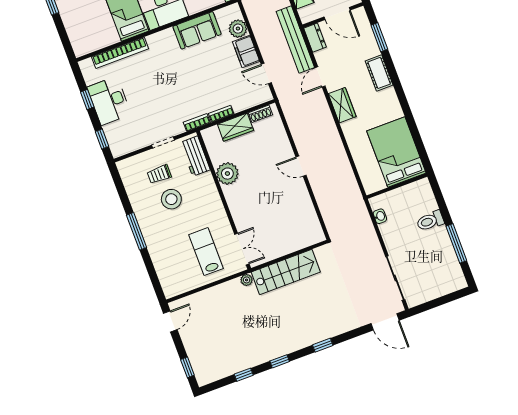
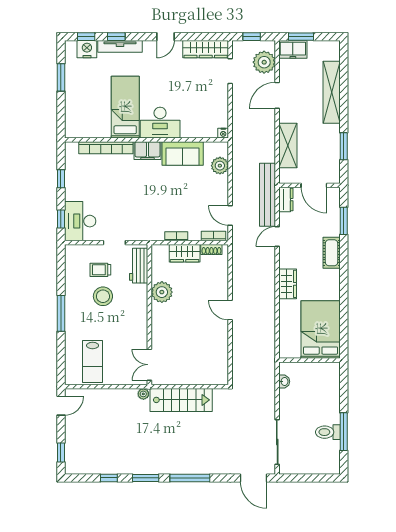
filing cabinet: (246, 51) -> (147, 151), moved, turned -90
desk: (109, 101) -> (80, 221), moved
wardrobe: (342, 105) -> (288, 284), moved
bookcase: (197, 122) -> (213, 236), moved
toilet: (430, 221) -> (328, 432), moved
double door: (242, 249) -> (149, 365), swing flipped
lab bench: (206, 252) -> (93, 361), moved, turned 180
window: (323, 345) -> (190, 478), width x2.17
window: (280, 361) -> (146, 478), width x1.50

